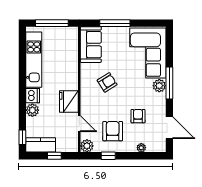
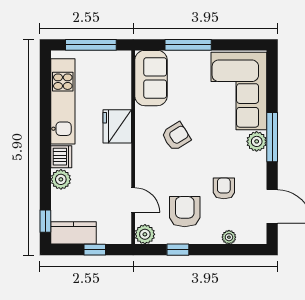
fridge: (69, 101) -> (117, 126), moved

